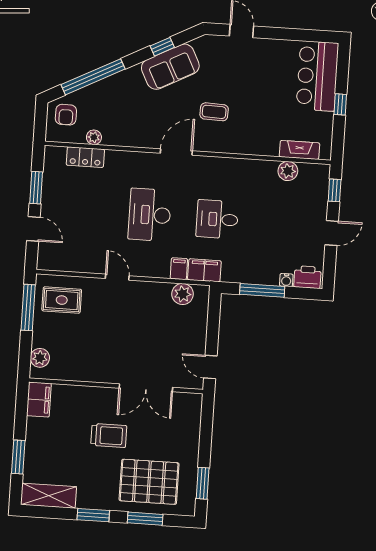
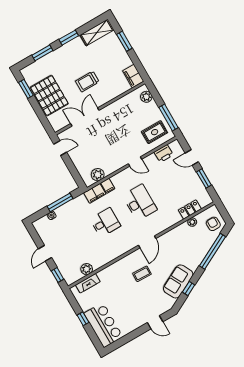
printer: (307, 277) -> (164, 153), moved
pallet: (149, 482) -> (49, 96), moved, turned 90

